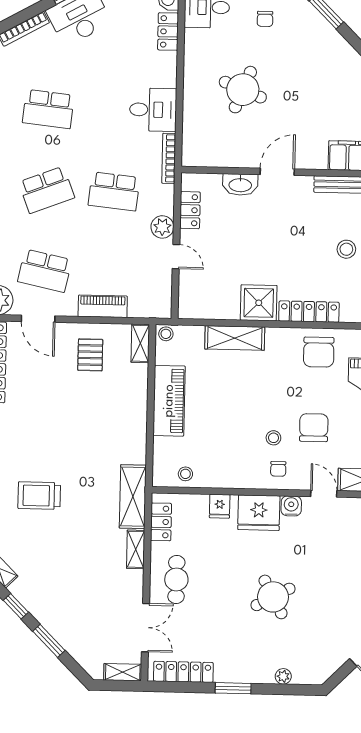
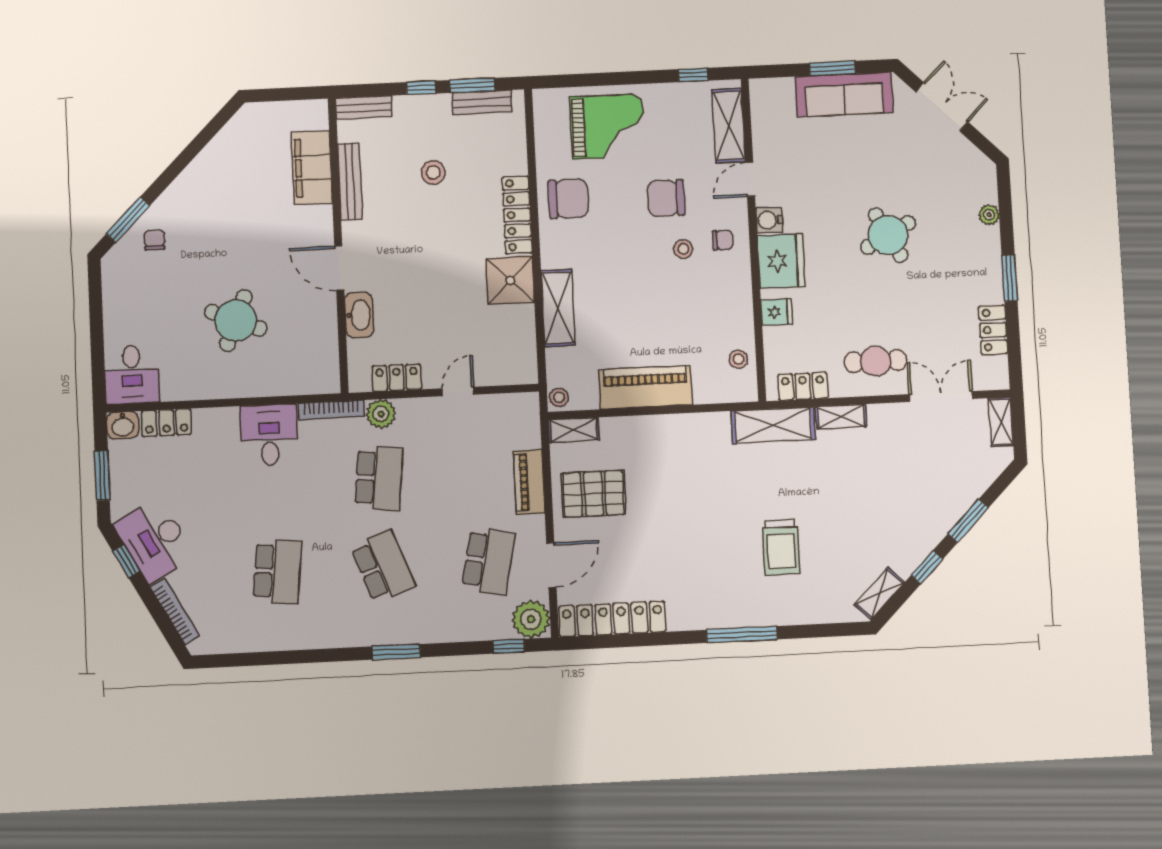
chair: (265, 19) -> (155, 240), moved, turned -90
plant: (162, 227) -> (381, 414), moved
pallet: (90, 355) -> (594, 494), width x1.50, depth x1.42
locker: (183, 672) -> (993, 330), width x0.66

